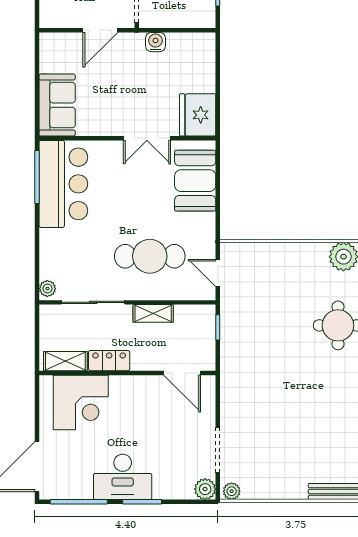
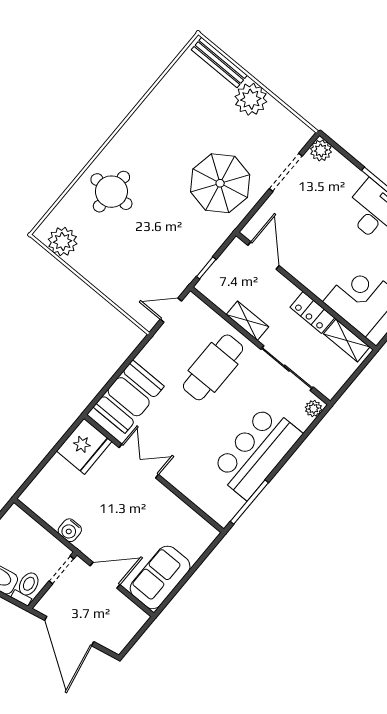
sofa: (57, 105) -> (160, 577), moved
bar counter: (63, 184) -> (256, 452), moved
cafe table: (150, 256) -> (213, 367), turned 90
door: (218, 273) -> (171, 310), swing flipped
parasol: (261, 400) -> (220, 183), added
plant: (232, 491) -> (251, 99), moved, width x1.88, depth x1.88

